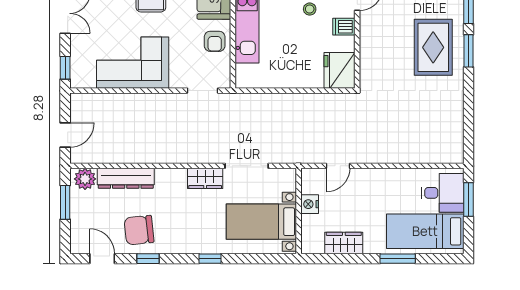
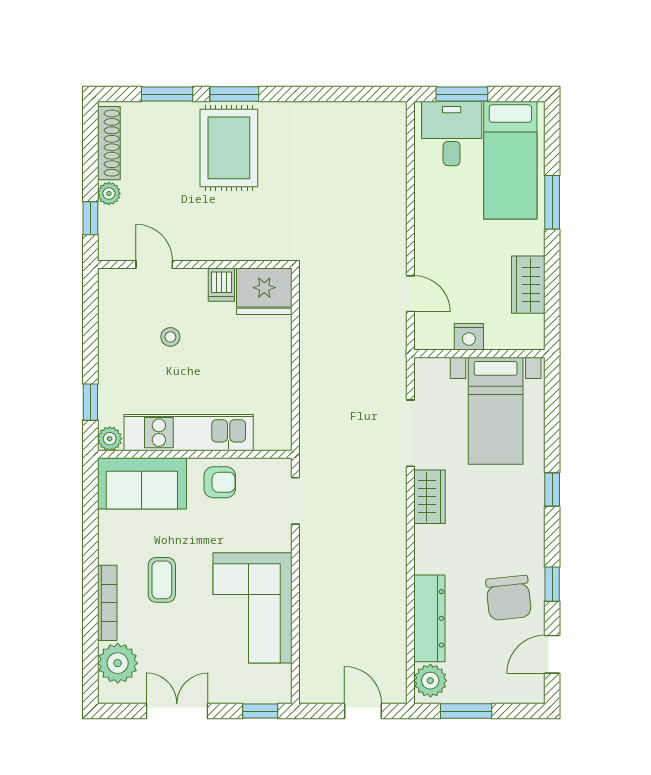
dishwasher: (344, 27) -> (221, 285), moved
rug: (433, 47) -> (229, 148), turned 90

